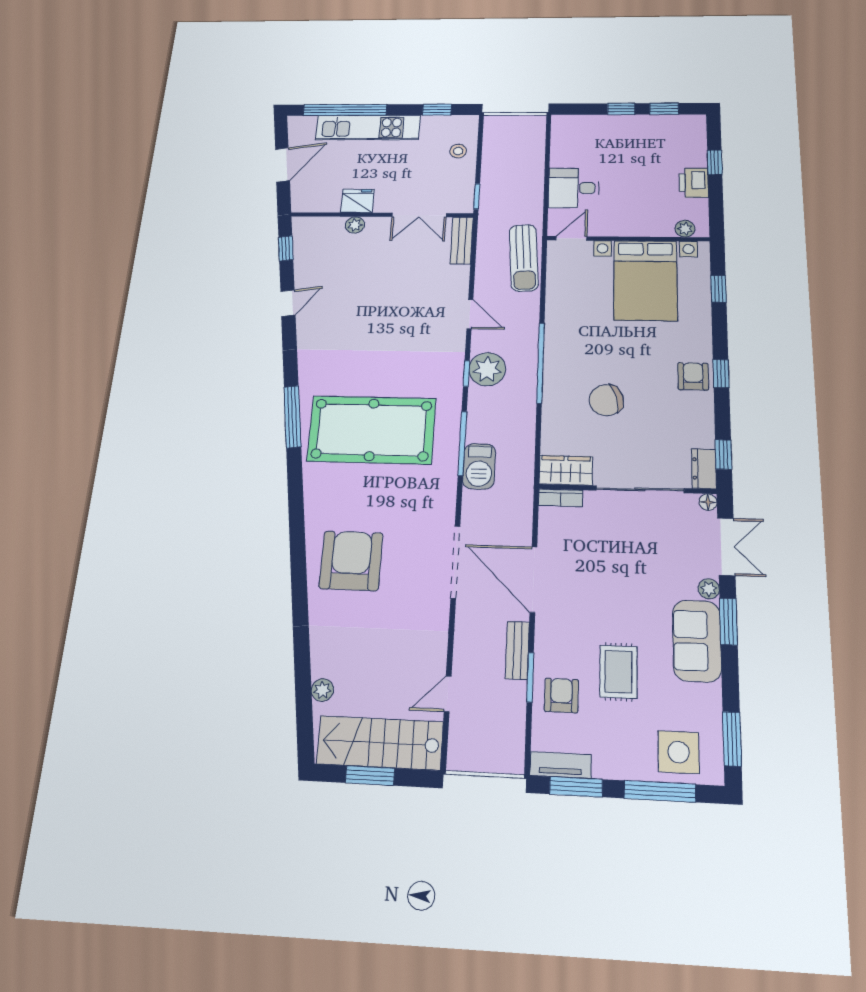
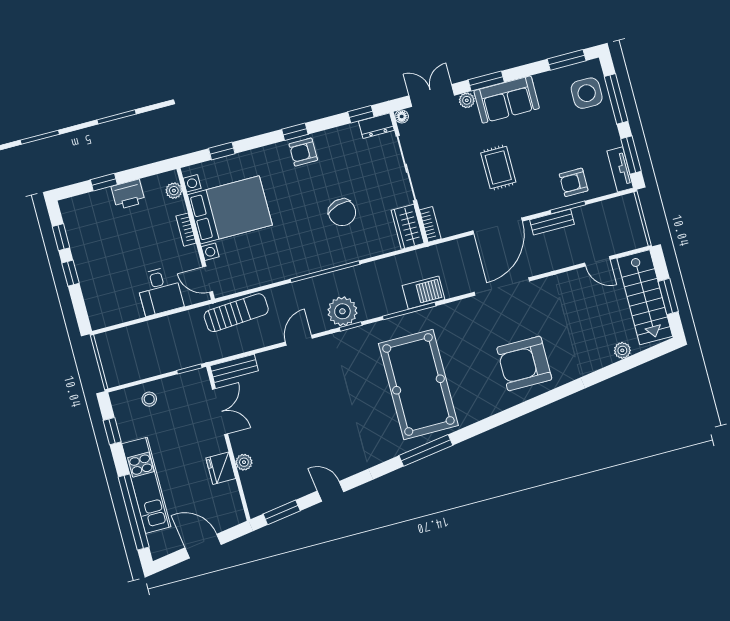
bookcase: (636, 230) -> (186, 230), added
window: (286, 248) -> (282, 512), width x1.50
rug: (618, 672) -> (498, 167), moved, turned 90

